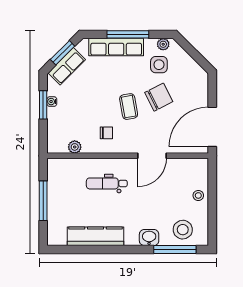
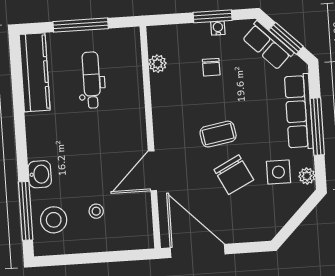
chair: (106, 133) -> (211, 67), moved
door: (152, 156) -> (152, 171), hinge flipped
dental chair: (107, 183) -> (92, 80), moved
stool: (198, 195) -> (96, 211), moved
kitchen counter: (96, 236) -> (35, 72), moved

